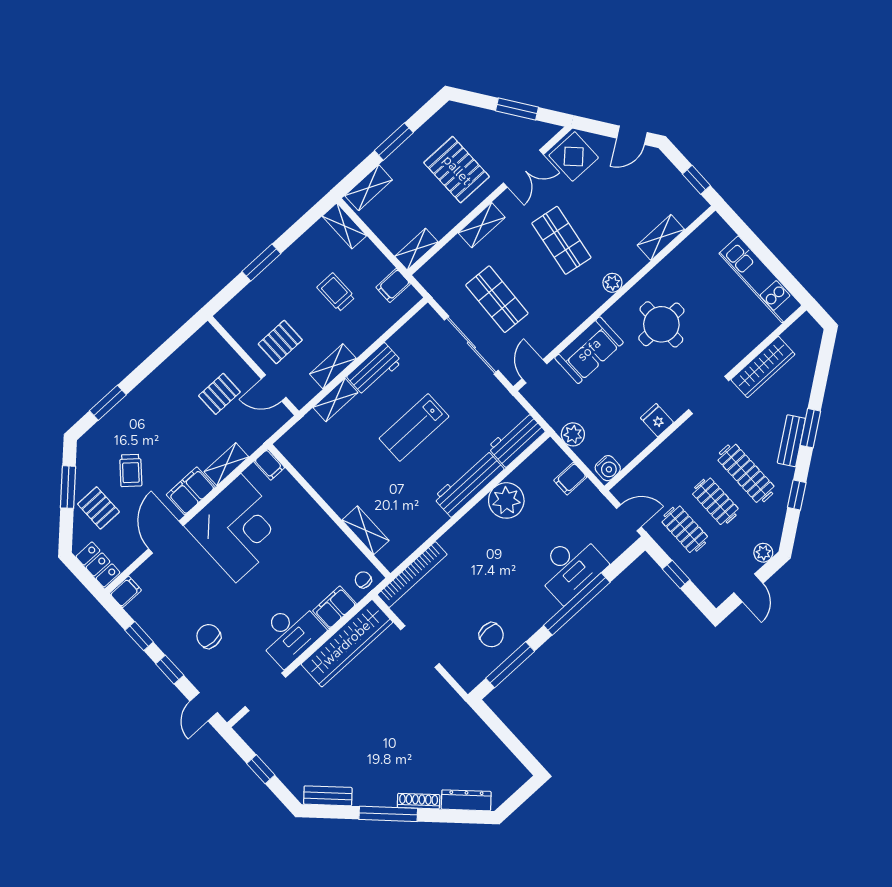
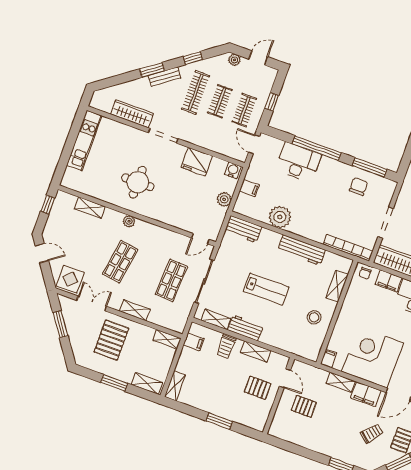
trolley: (336, 292) -> (226, 347), moved
sofa: (589, 350) -> (173, 215), removed
shelving: (335, 400) -> (216, 319), moved
fridge: (657, 420) -> (197, 162), width x1.88, depth x1.34
stool: (338, 475) -> (314, 317), added
workbench: (469, 483) -> (302, 250), moved

